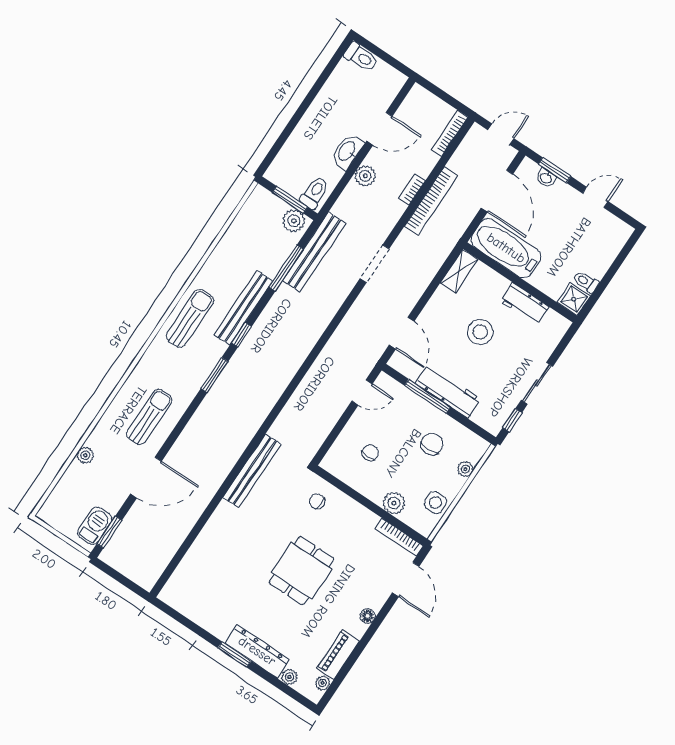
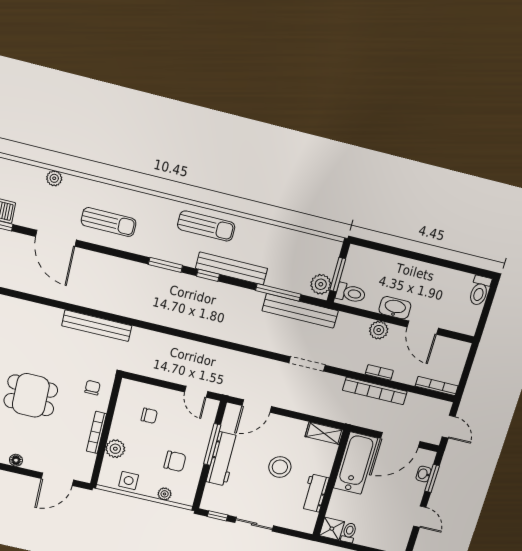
bookcase: (399, 537) -> (96, 432), moved

